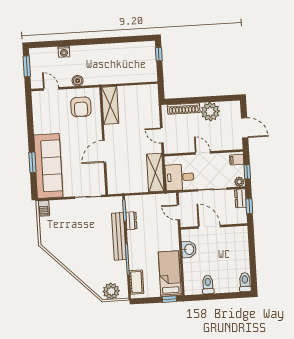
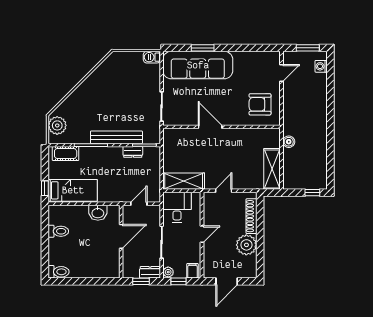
washing machine: (64, 52) -> (321, 66), moved
boiler: (78, 81) -> (289, 142), moved
shelving: (110, 105) -> (272, 169), moved, turned 90

